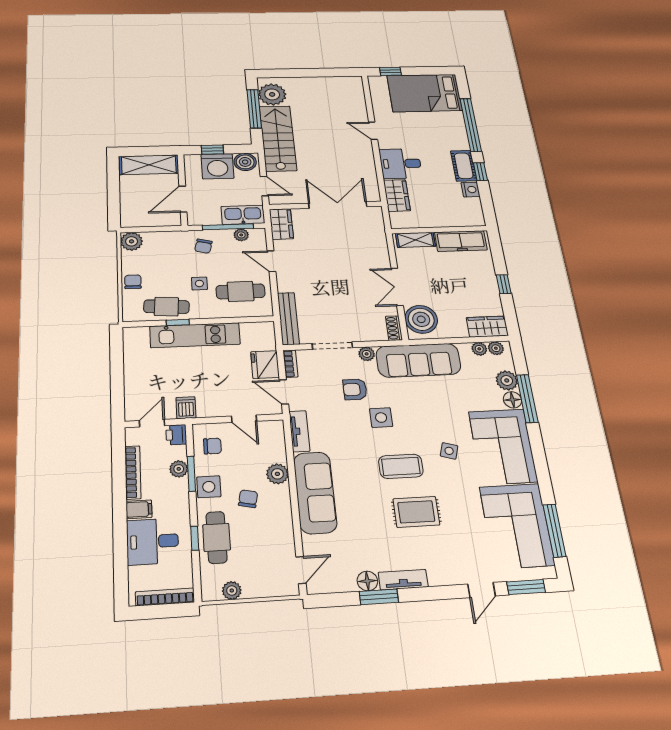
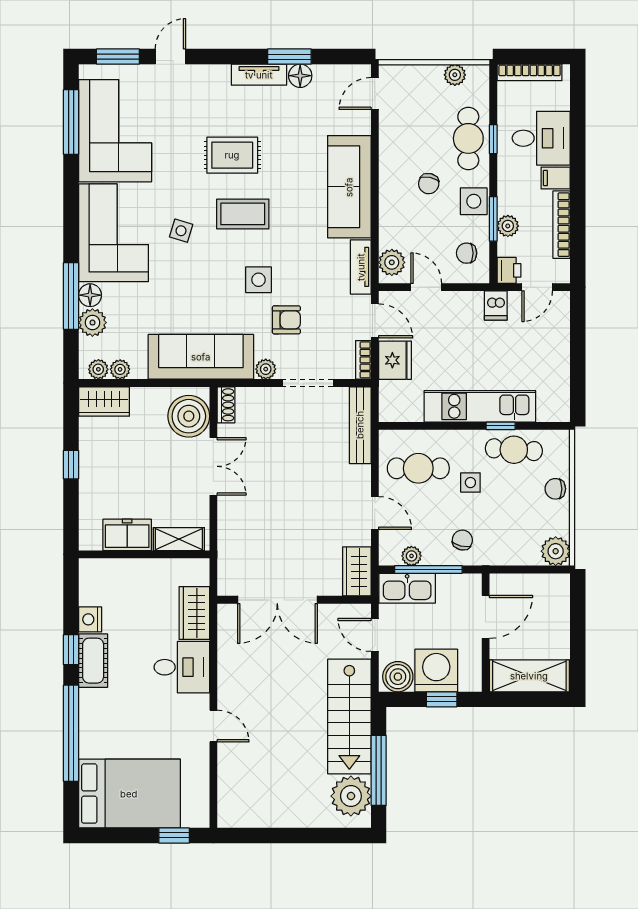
freezer: (461, 241) -> (127, 535), width x0.71
chair: (133, 282) -> (555, 489), turned 90
plant: (277, 474) -> (392, 262), moved

